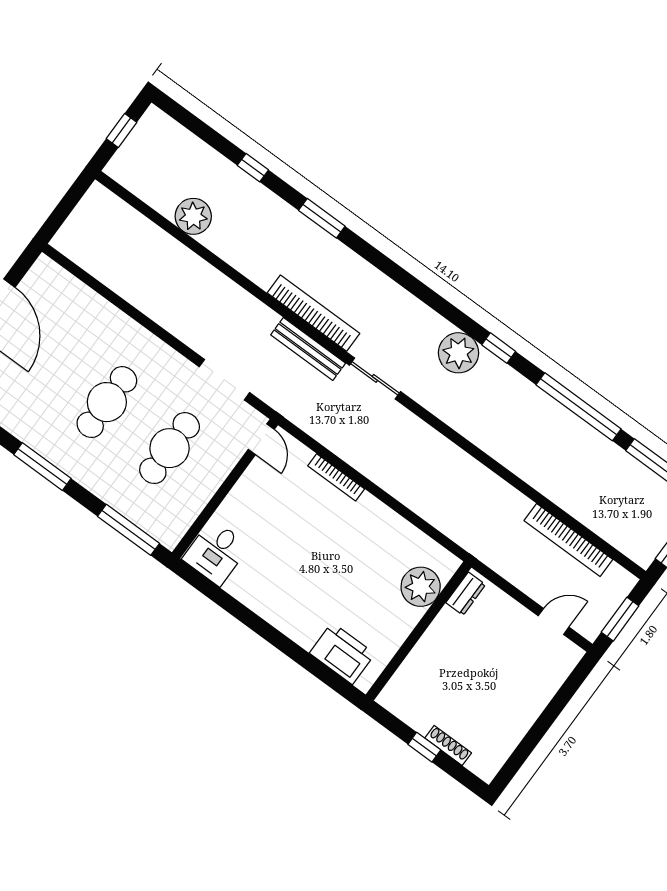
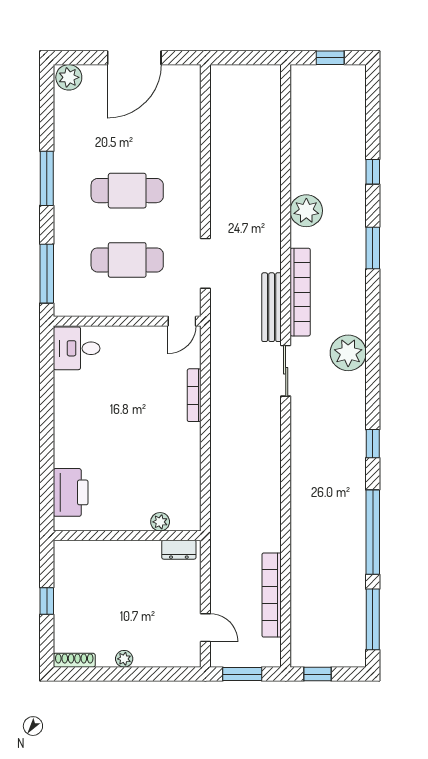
plant: (193, 216) -> (306, 211), moved
plant: (458, 353) -> (348, 353), moved
plant: (421, 587) -> (160, 522), width x0.53, depth x0.53
plant: (528, 716) -> (124, 659), added
shoe rack: (448, 745) -> (74, 660), moved, turned -90

